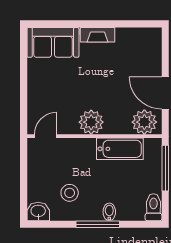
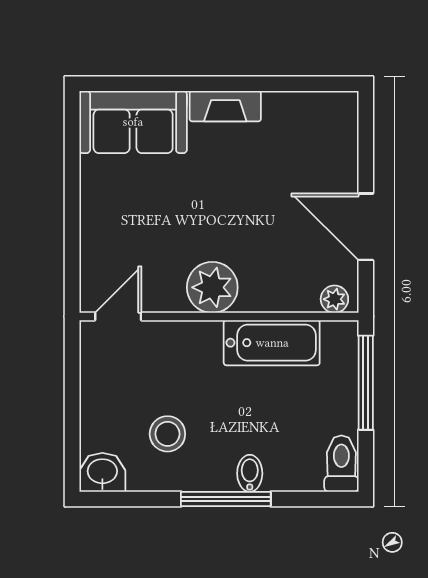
plant: (144, 122) -> (334, 299), width x0.53, depth x0.53

